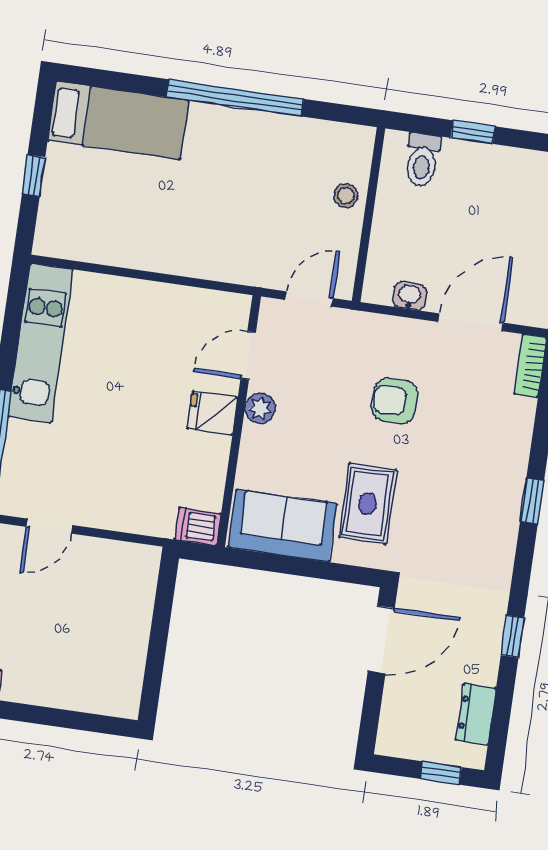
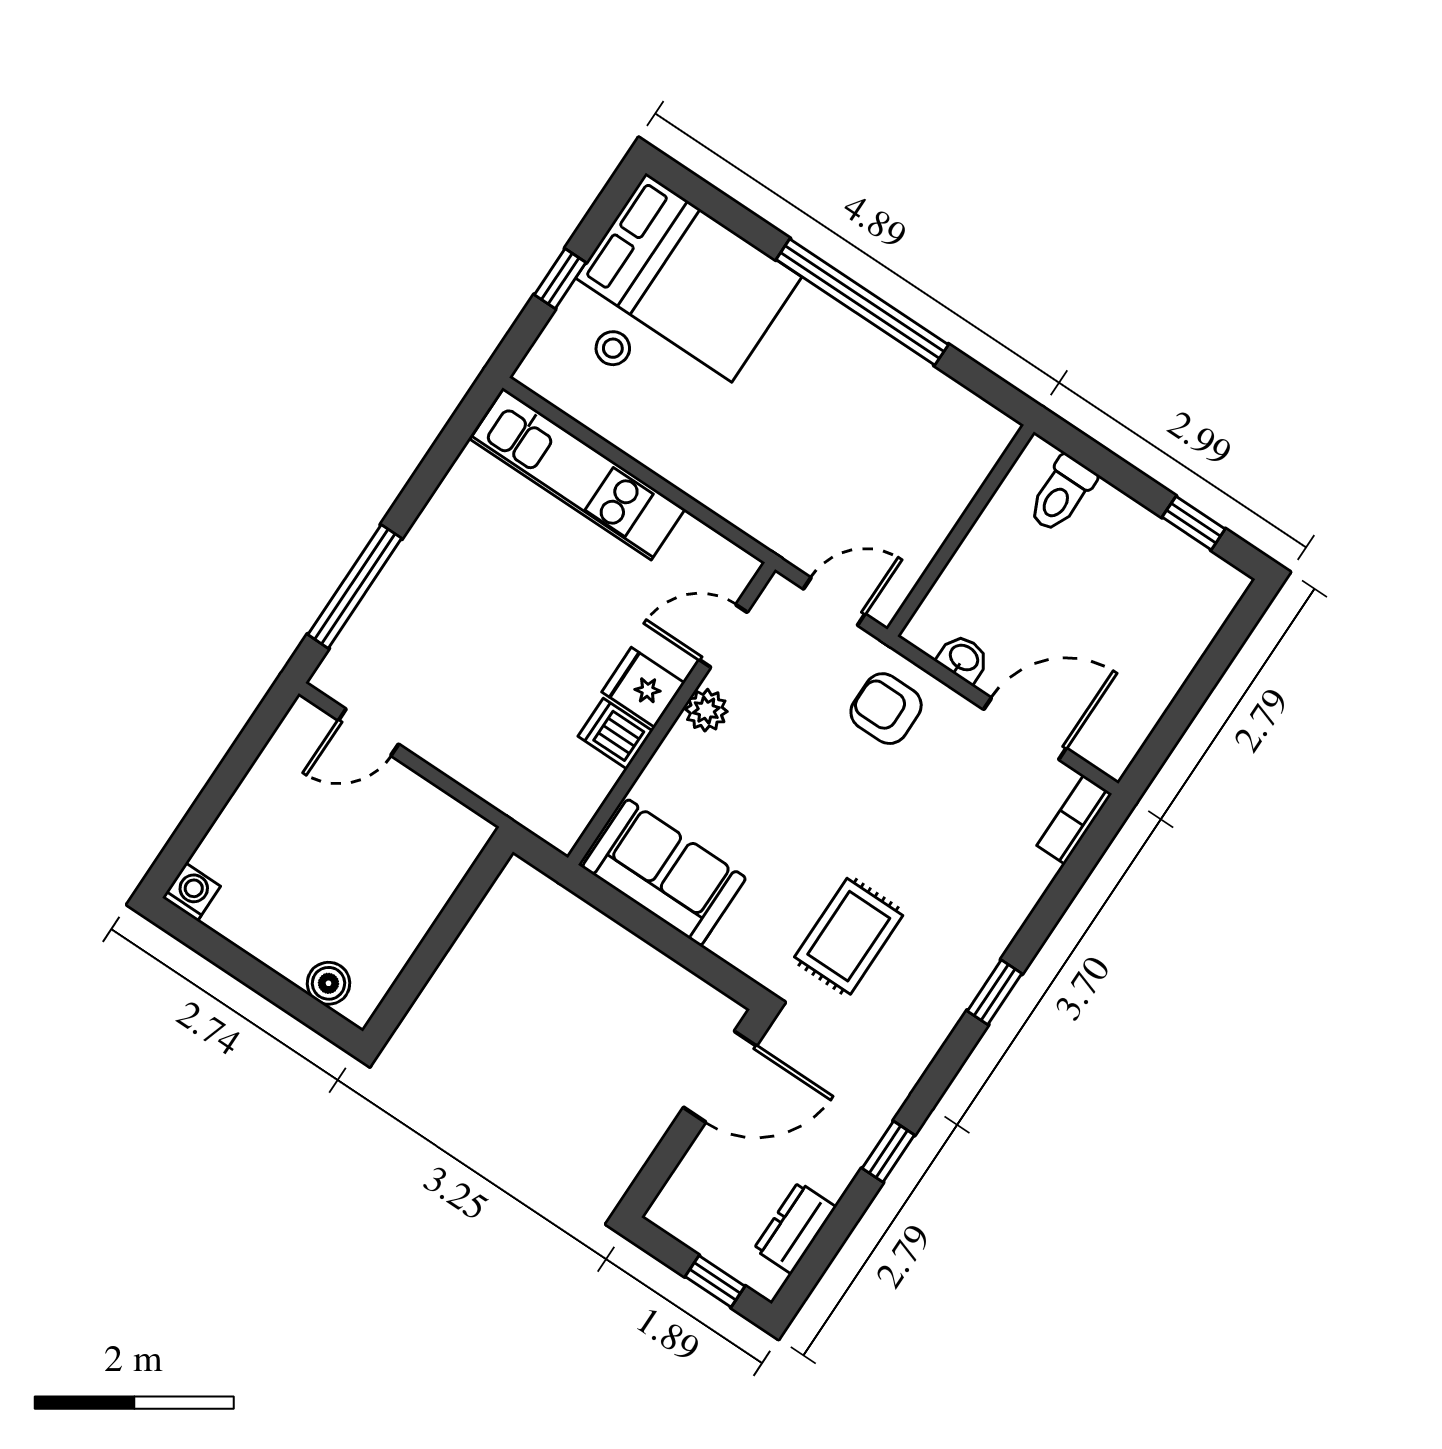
bed: (118, 120) -> (689, 277), width x1.50
window: (473, 132) -> (1194, 523), moved
stool: (346, 195) -> (613, 348), moved
kitchen unit: (40, 343) -> (577, 474), moved, turned 90
armchair: (395, 401) -> (886, 709), moved
rug: (368, 504) -> (849, 936), moved
dishwasher: (198, 527) -> (615, 734), moved
boiler: (101, 700) -> (328, 983), added

